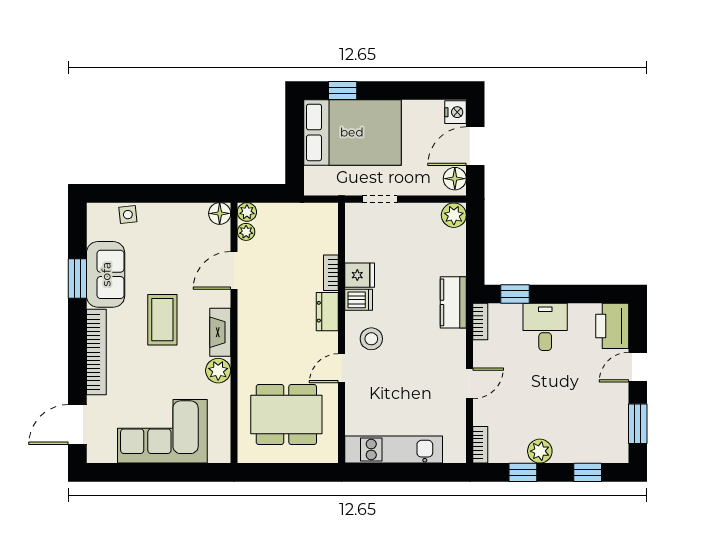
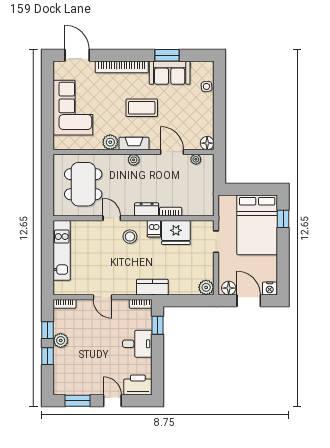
plant: (247, 212) -> (134, 160), moved
fridge: (360, 275) -> (176, 232), width x1.88, depth x1.34
window: (588, 472) -> (48, 356), moved

